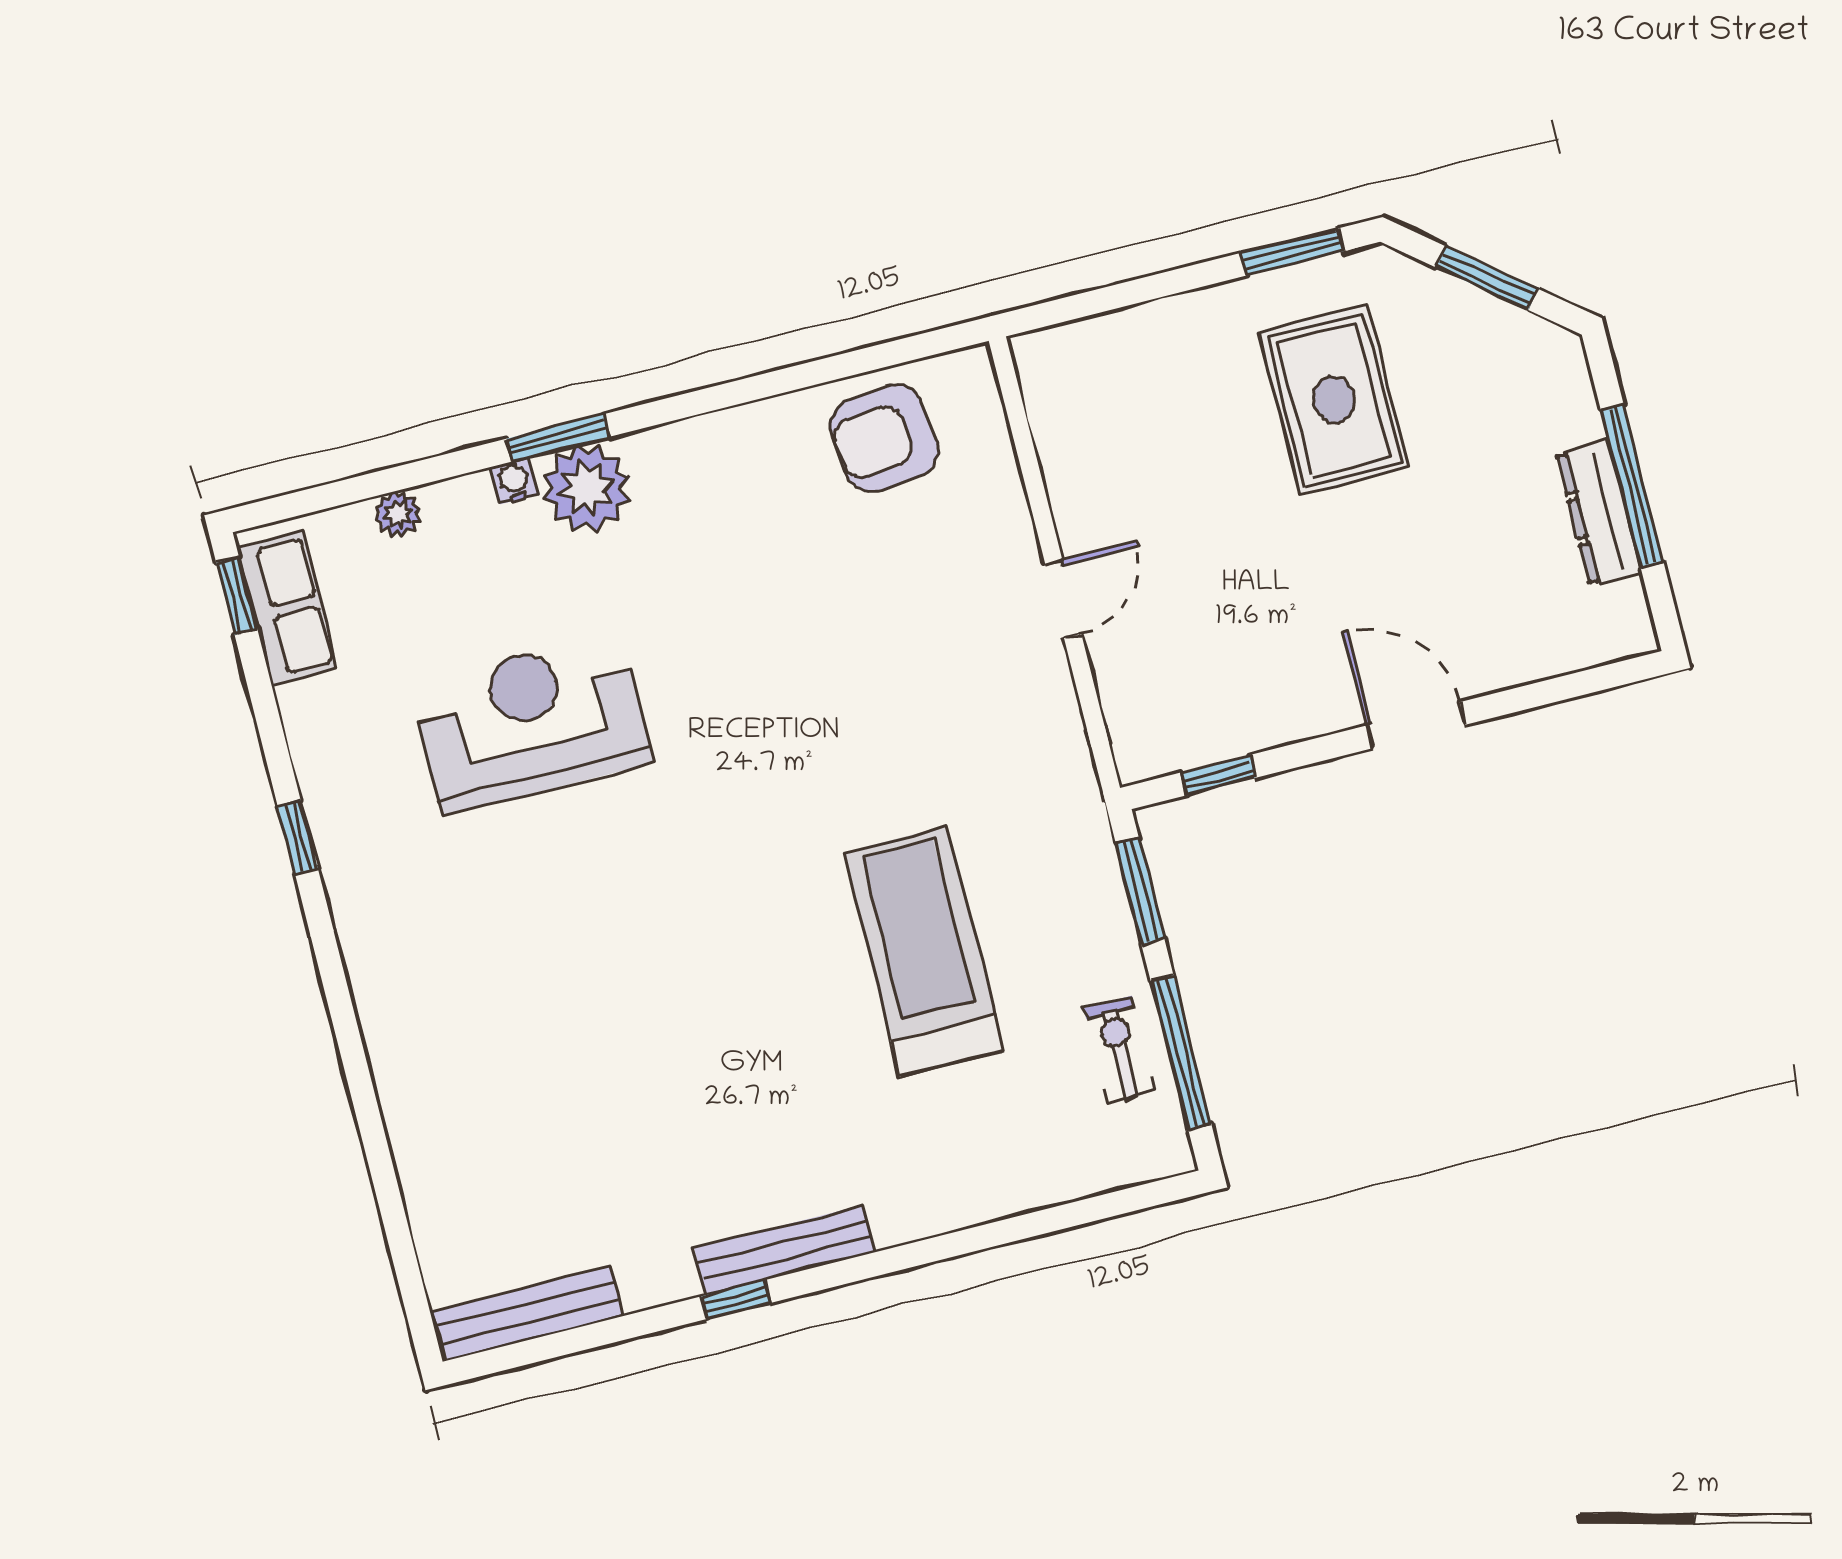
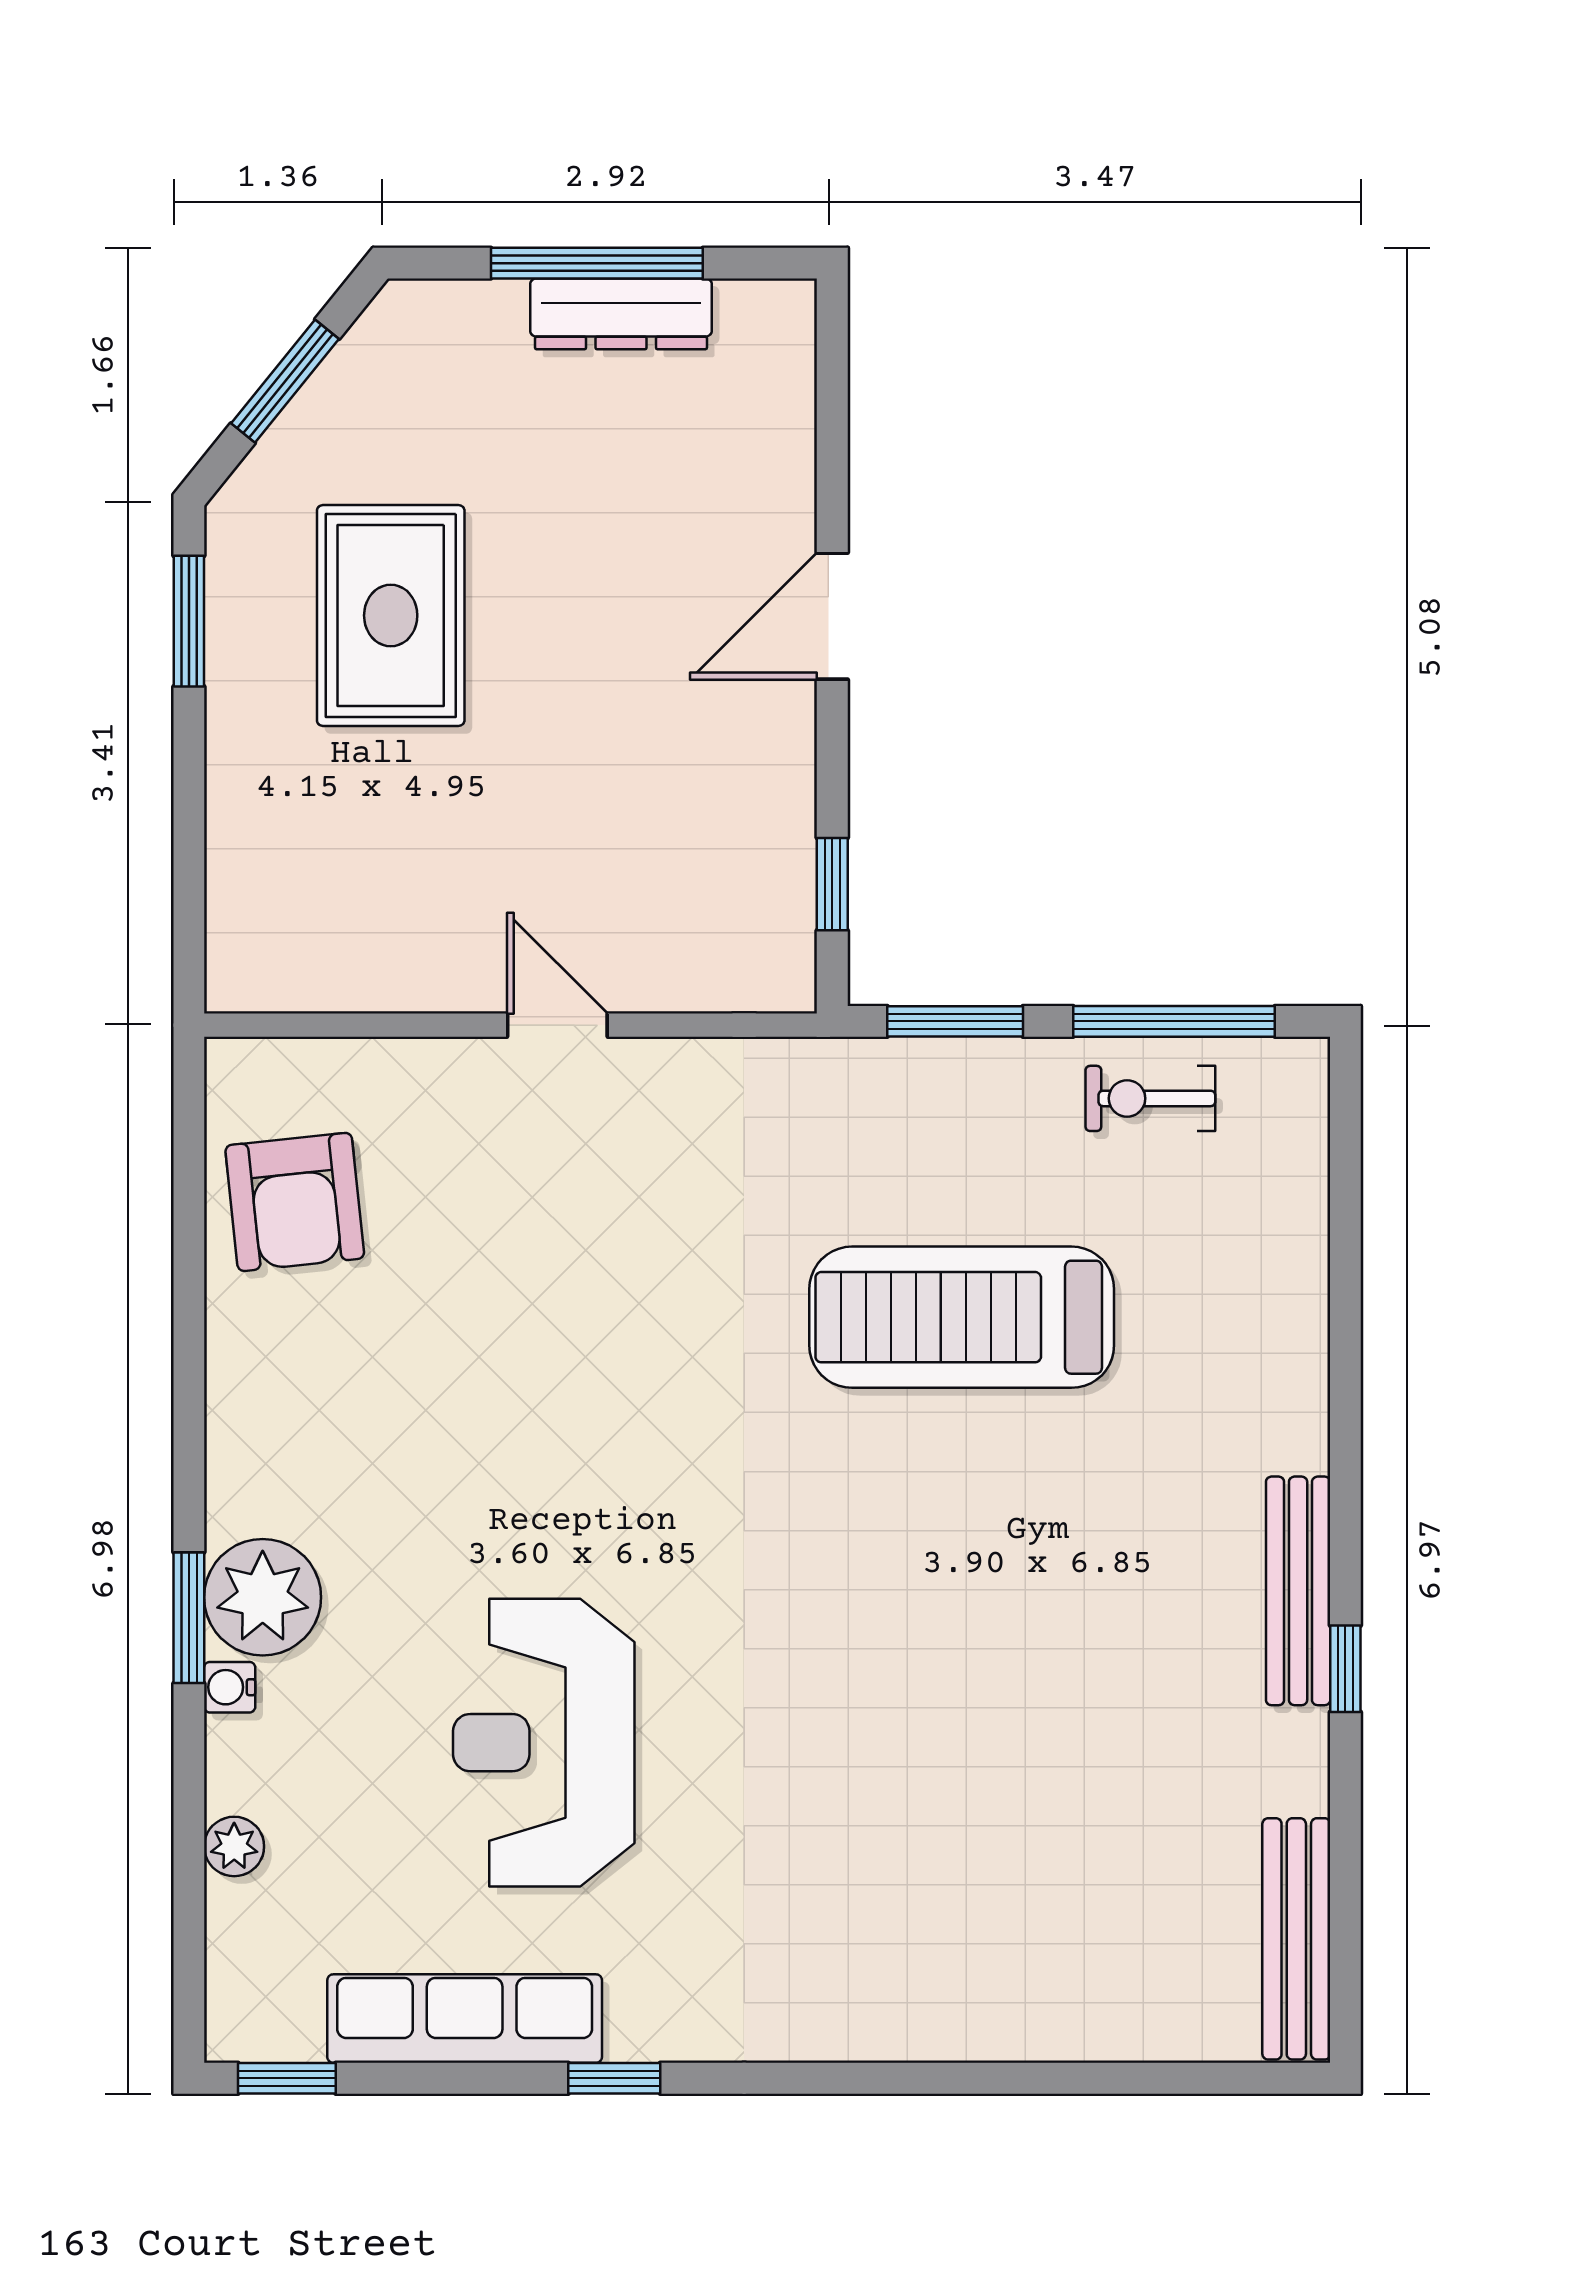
rug: (1334, 400) -> (391, 615), turned 90
row of seats: (287, 608) -> (465, 2019), moved, width x1.48

